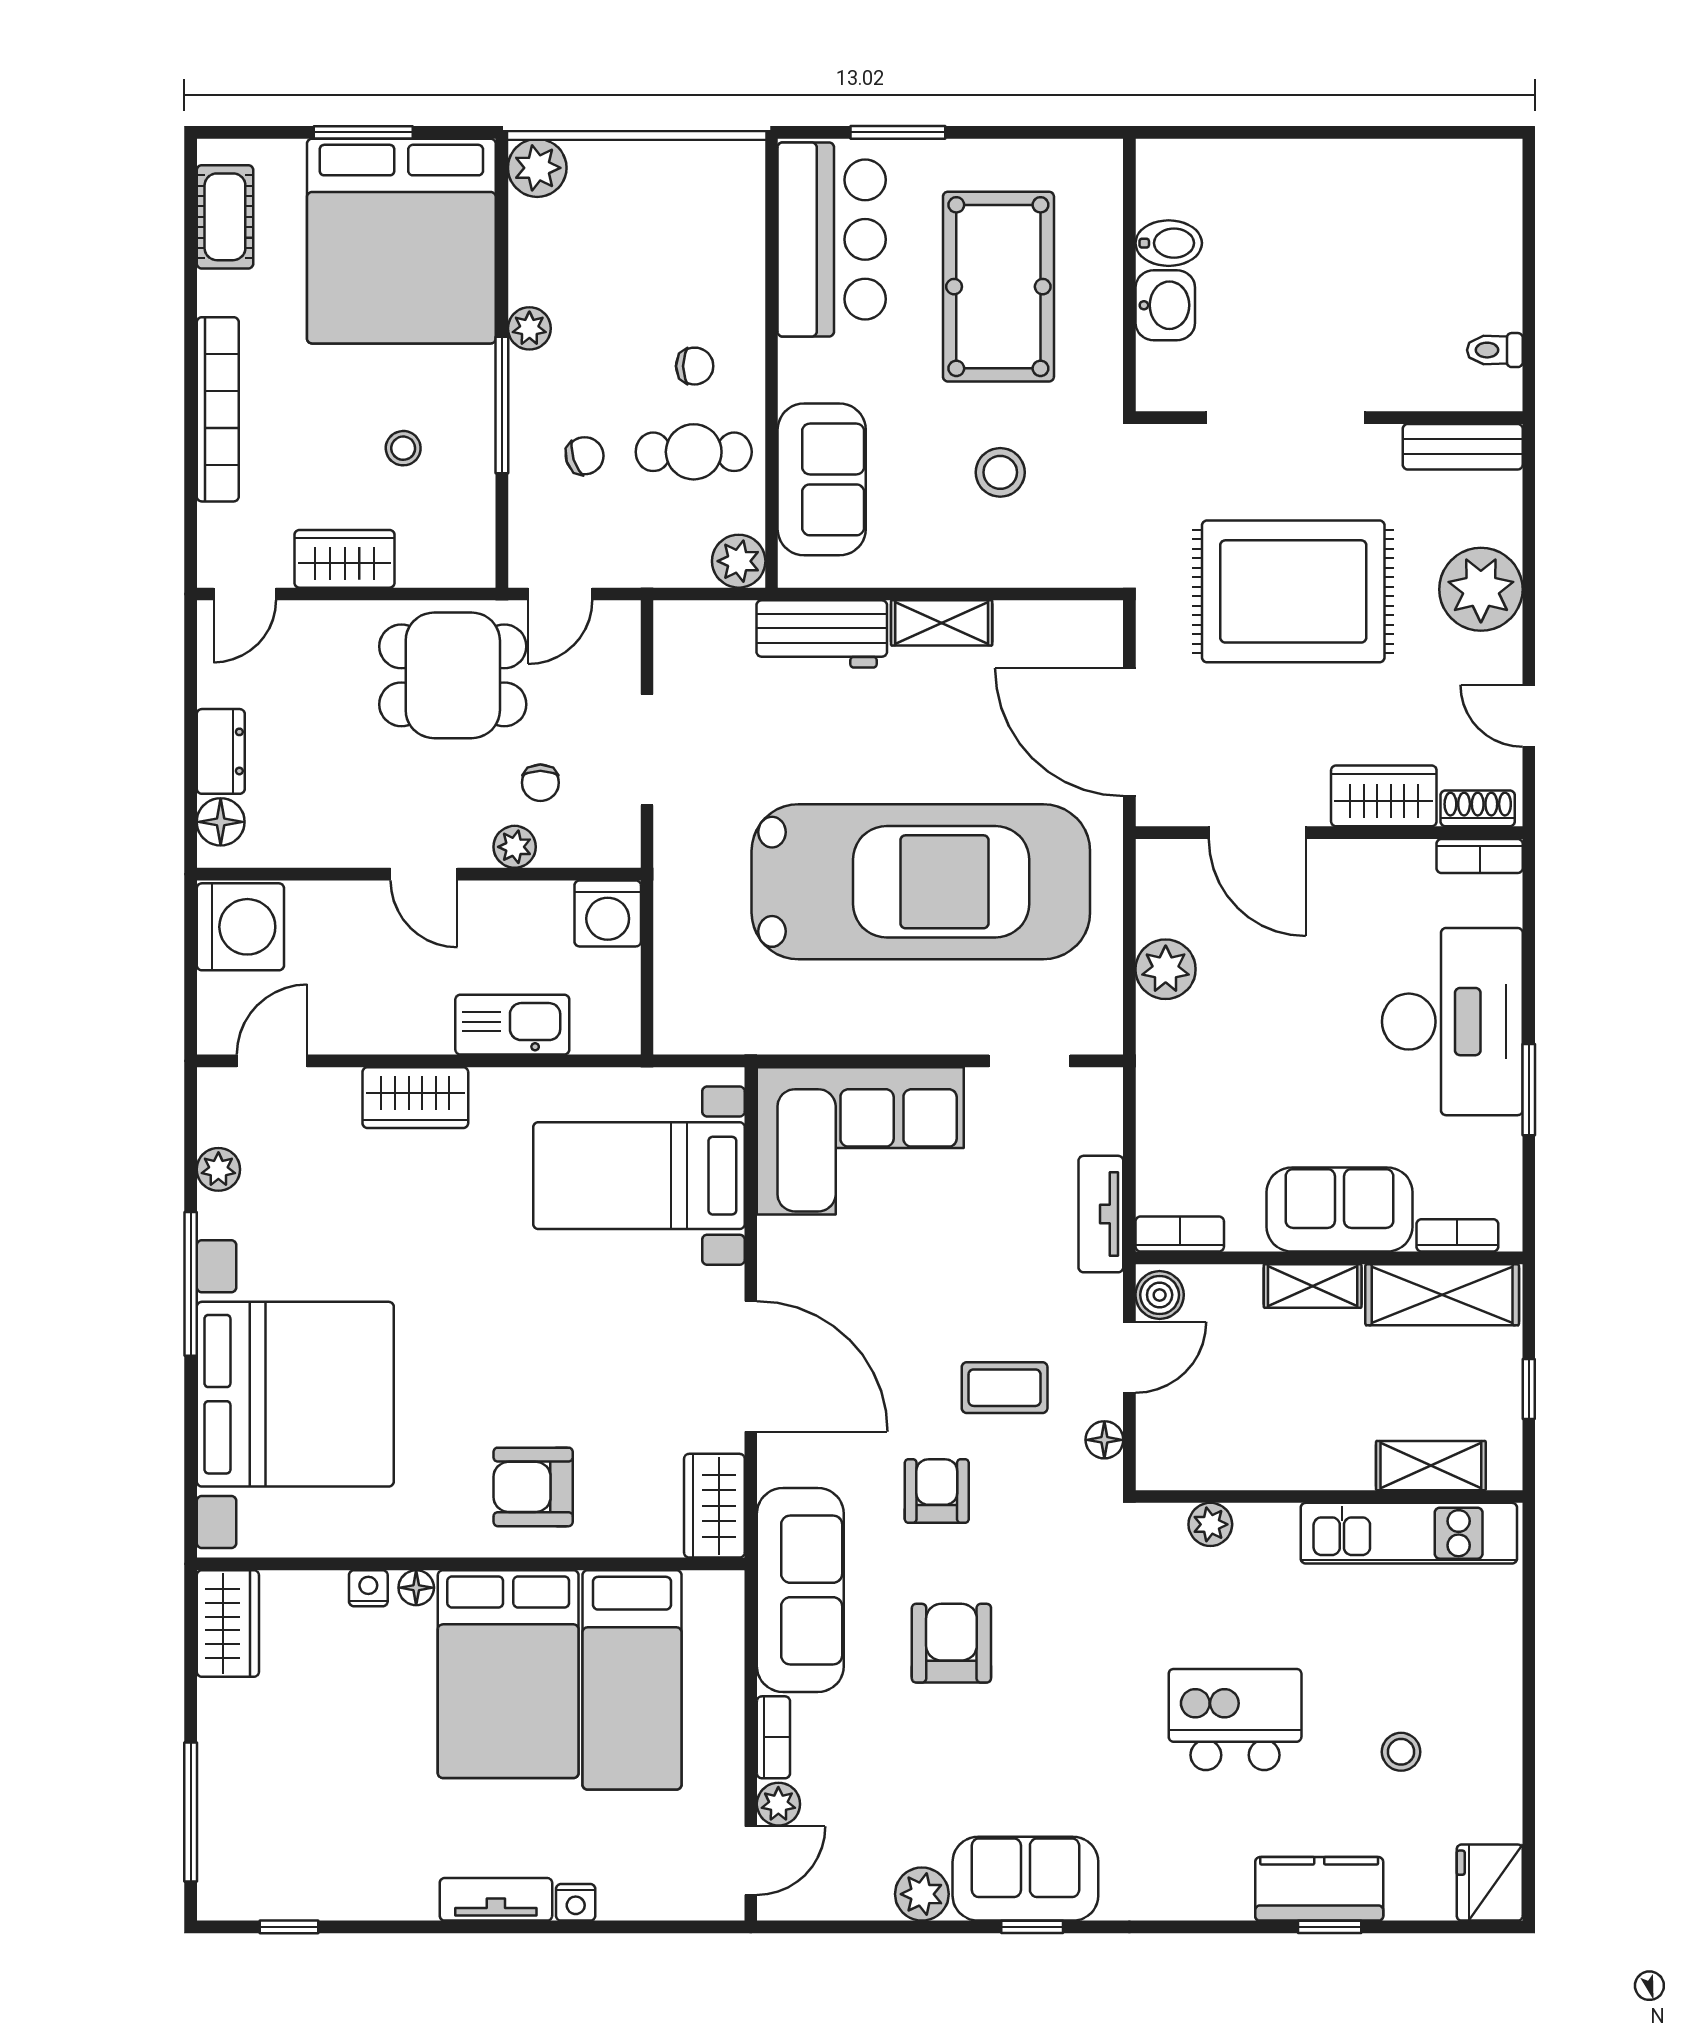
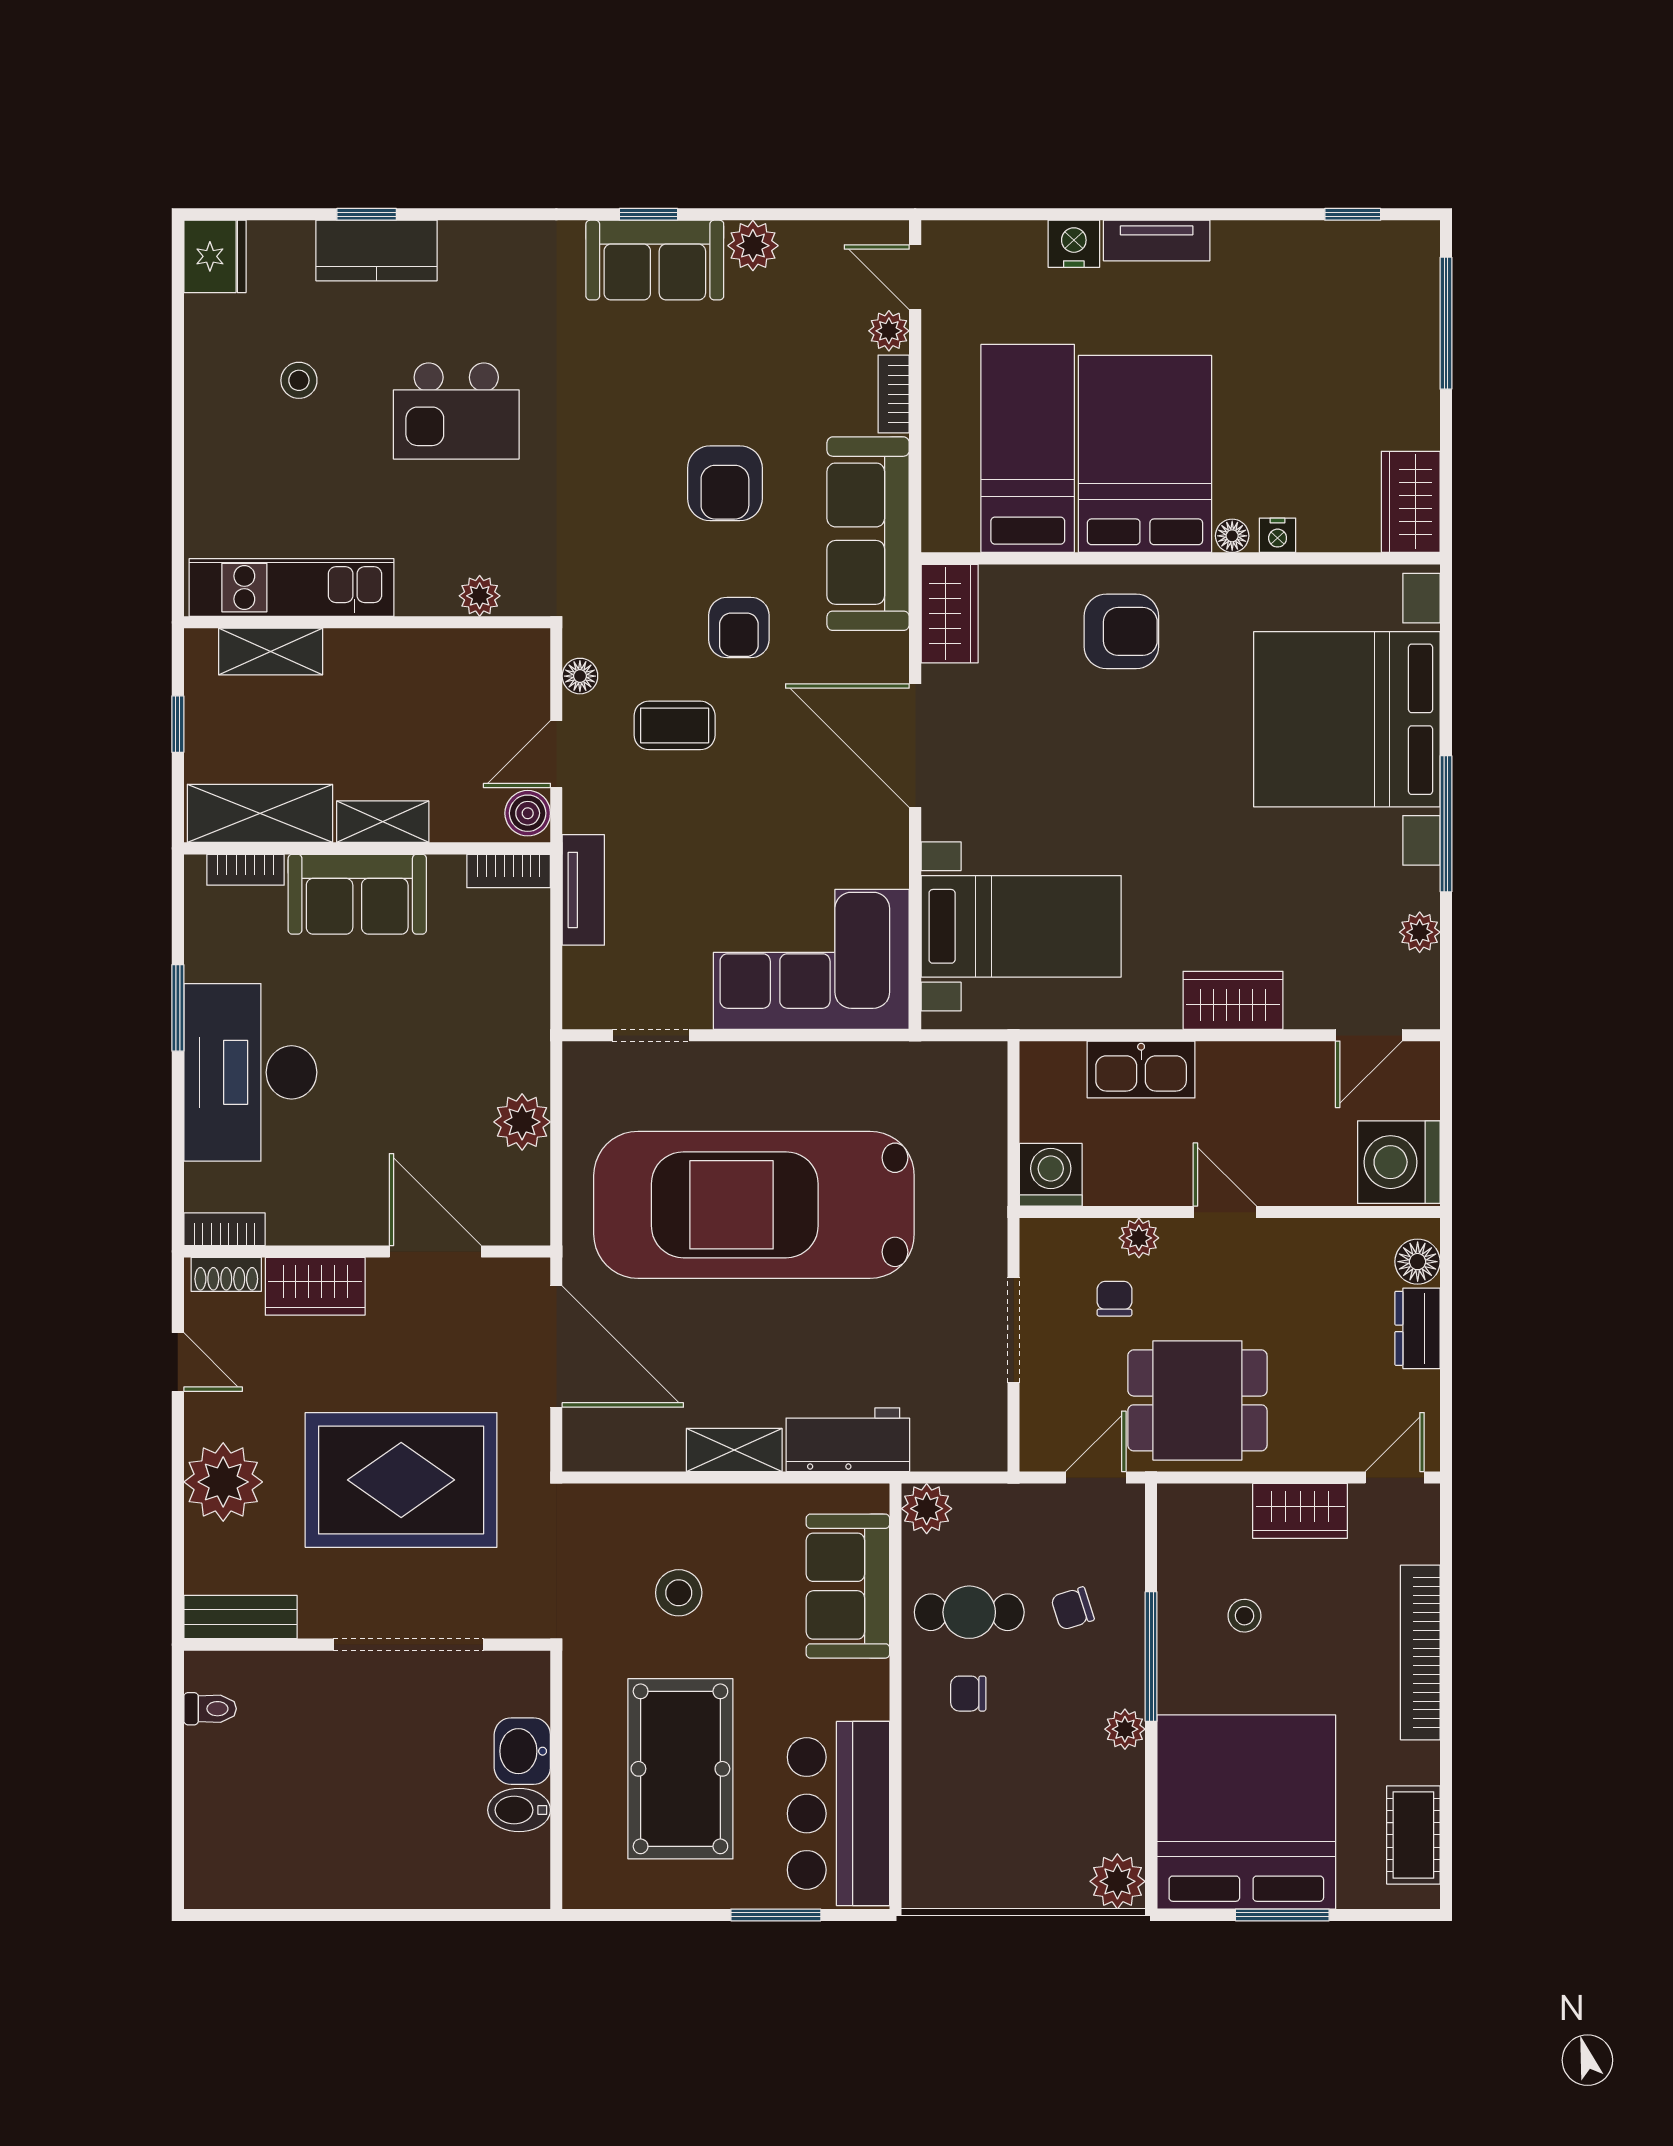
door: (751, 1861) -> (915, 277), hinge flipped
nightstand: (576, 1902) -> (1074, 244), width x1.39, depth x1.35

